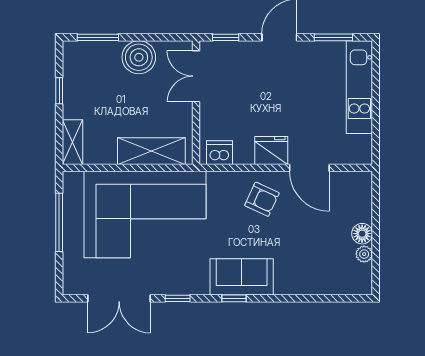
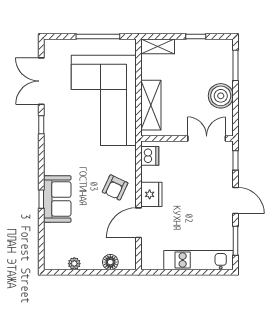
floor lamp: (362, 234) -> (110, 262), moved
sofa: (242, 277) -> (57, 199), moved
window: (234, 298) -> (41, 199), moved

